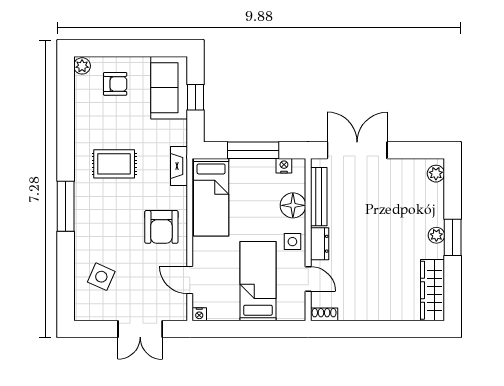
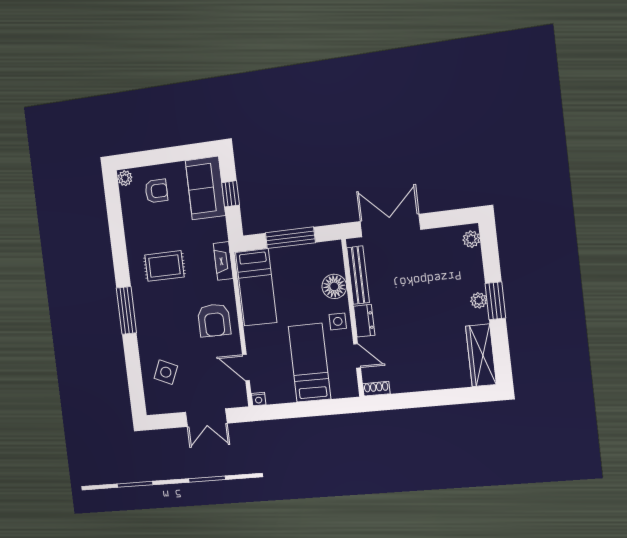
nightstand: (284, 166) -> (321, 249), removed

